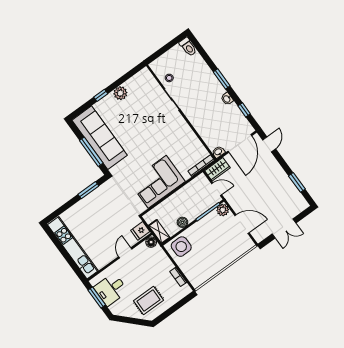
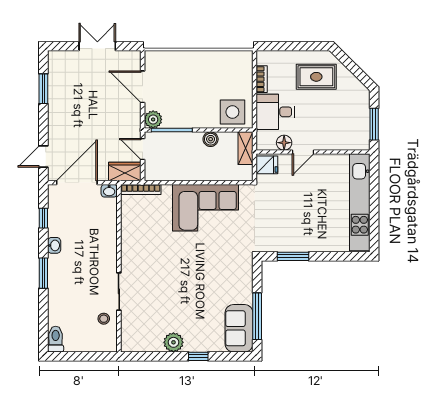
sofa: (100, 138) -> (239, 328), width x0.54, depth x0.79
window: (91, 152) -> (257, 316), moved
floor lamp: (151, 242) -> (284, 143), moved
desk: (111, 289) -> (275, 112), moved, turned 180

